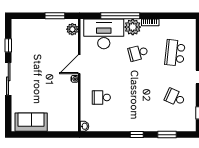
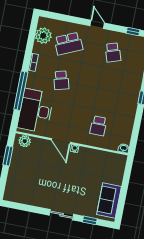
plant: (133, 27) -> (43, 36), moved
window: (8, 45) -> (90, 220), moved
school desk: (175, 53) -> (68, 44), turned -30
sliding door: (8, 79) -> (62, 215), width x0.73
school desk: (175, 97) -> (113, 52), turned -42

